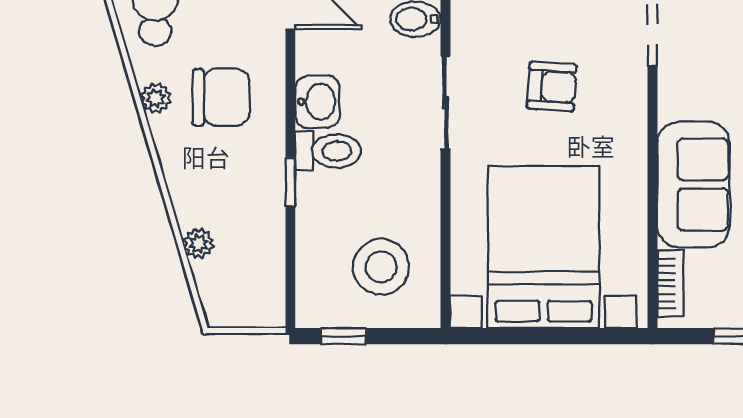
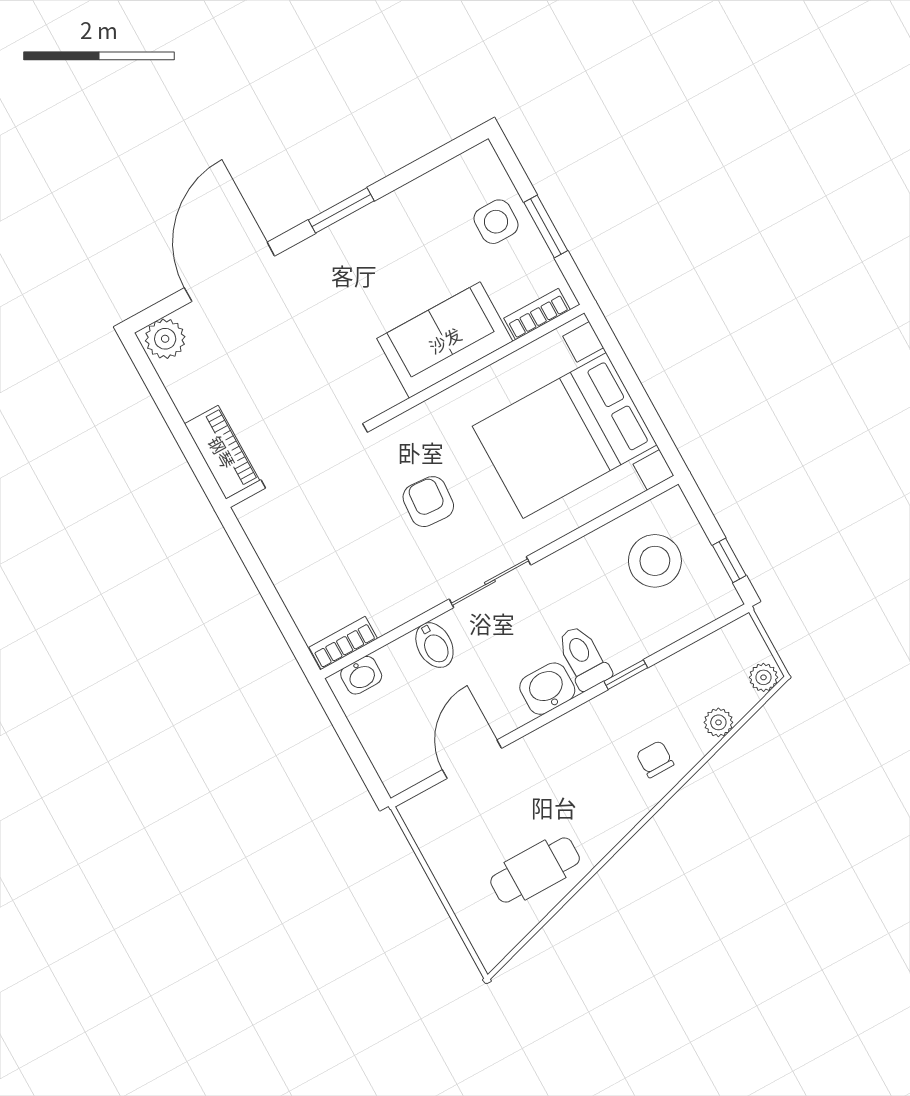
chair: (221, 97) -> (655, 759), moved, width x0.54, depth x0.54
plant: (156, 98) -> (763, 677), moved

